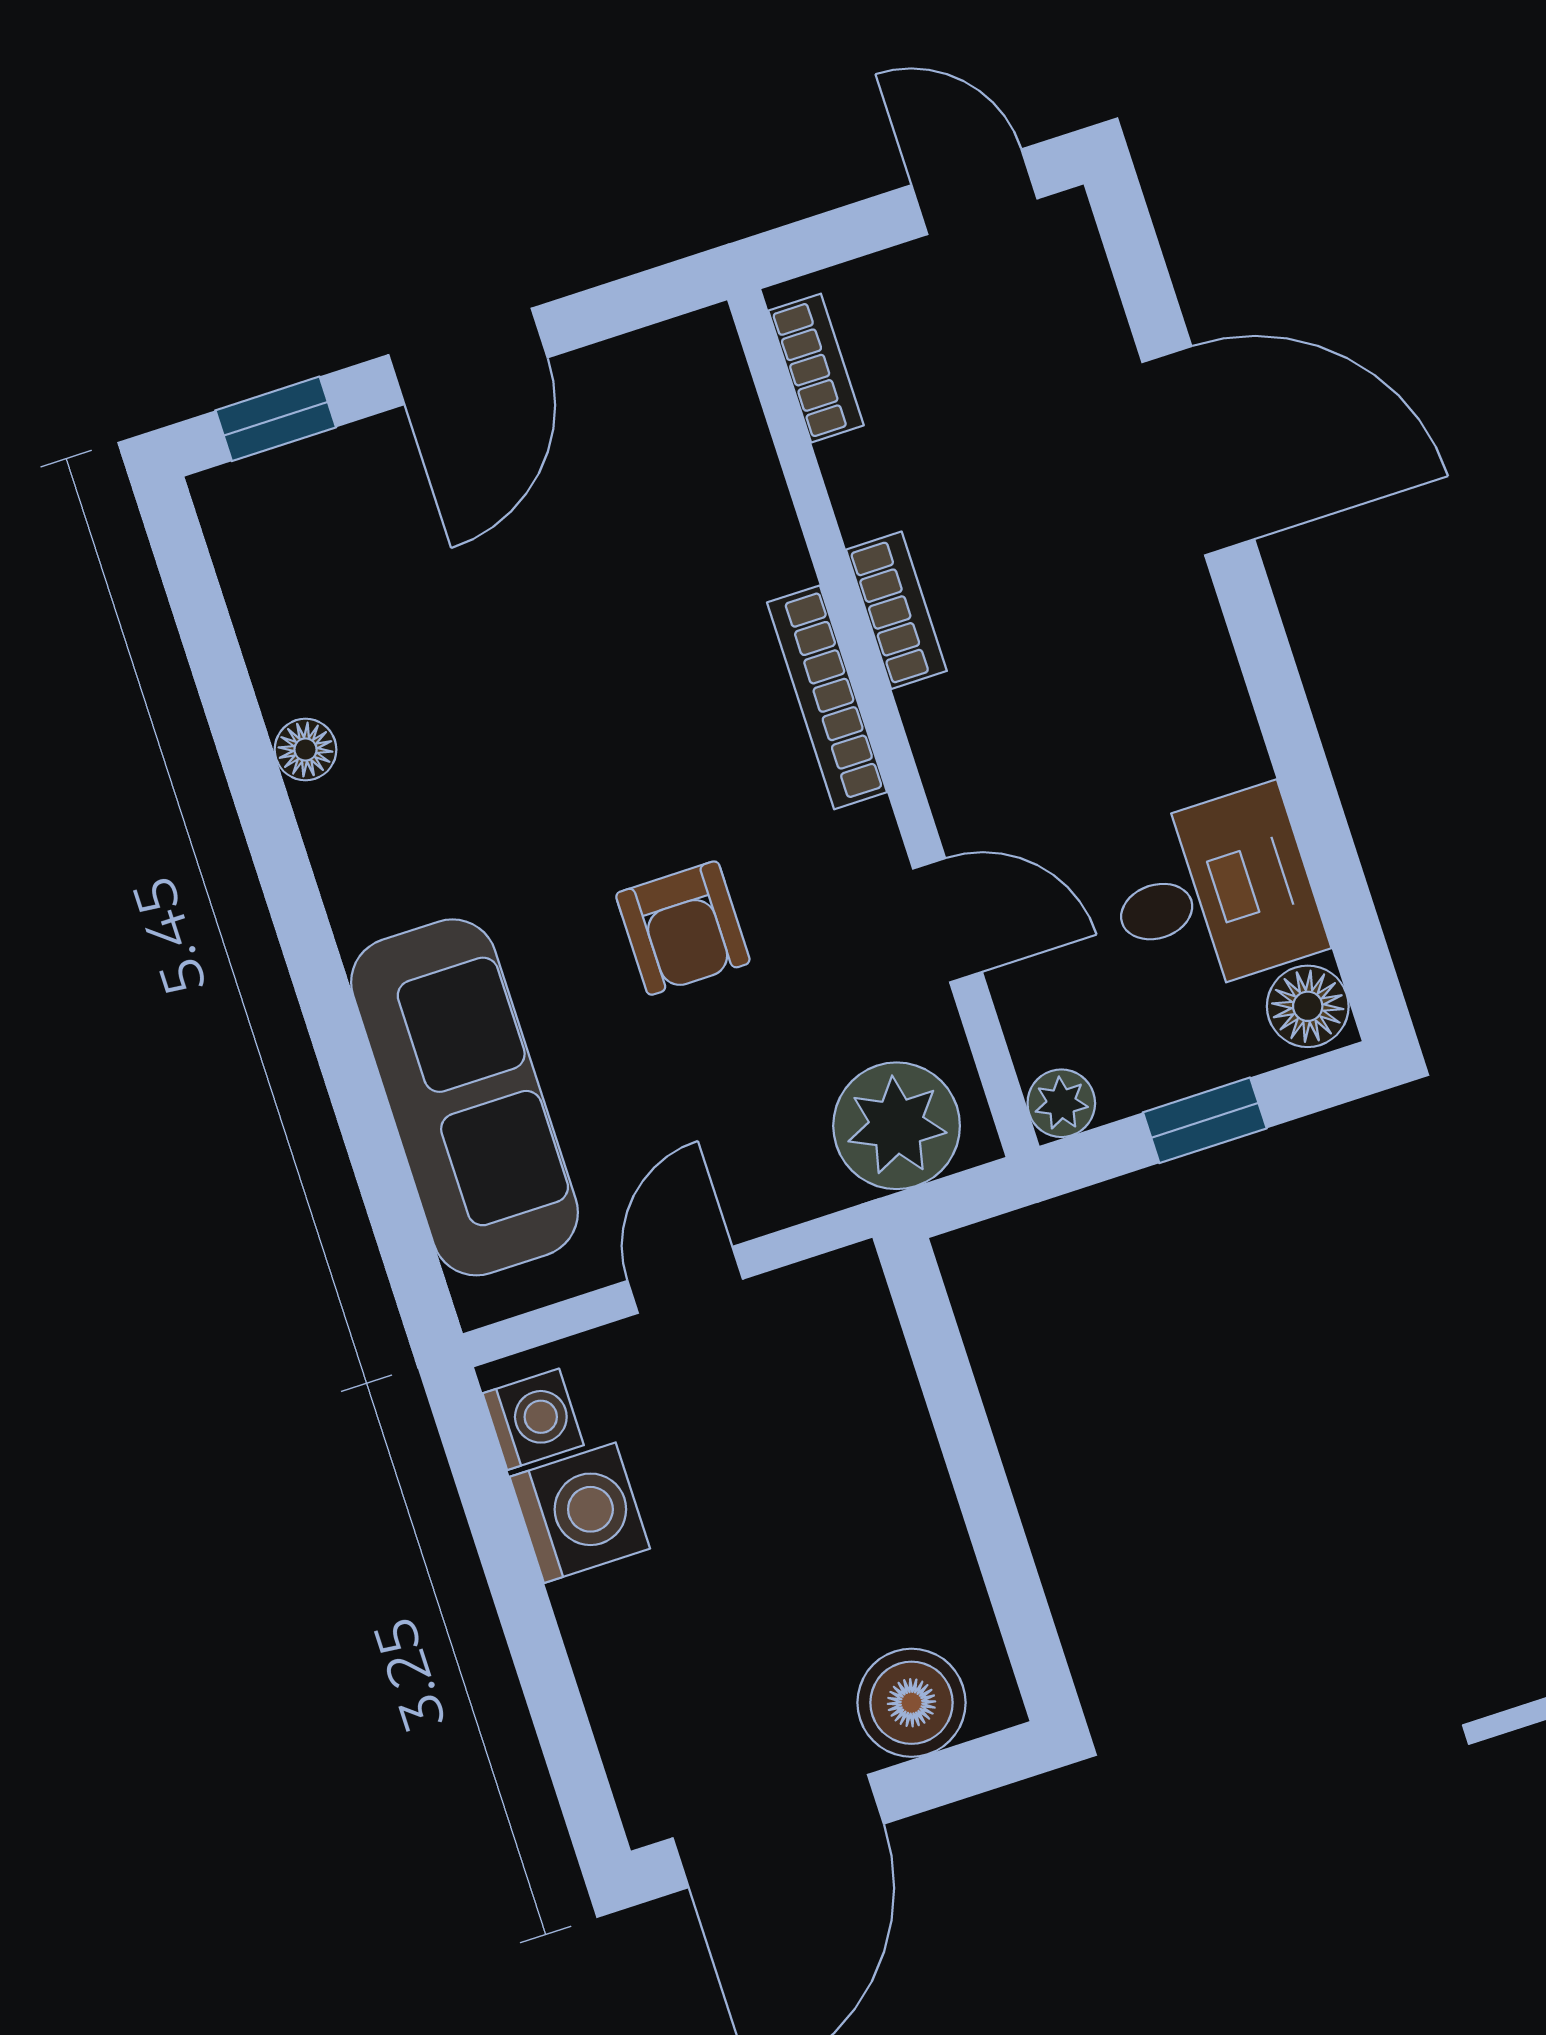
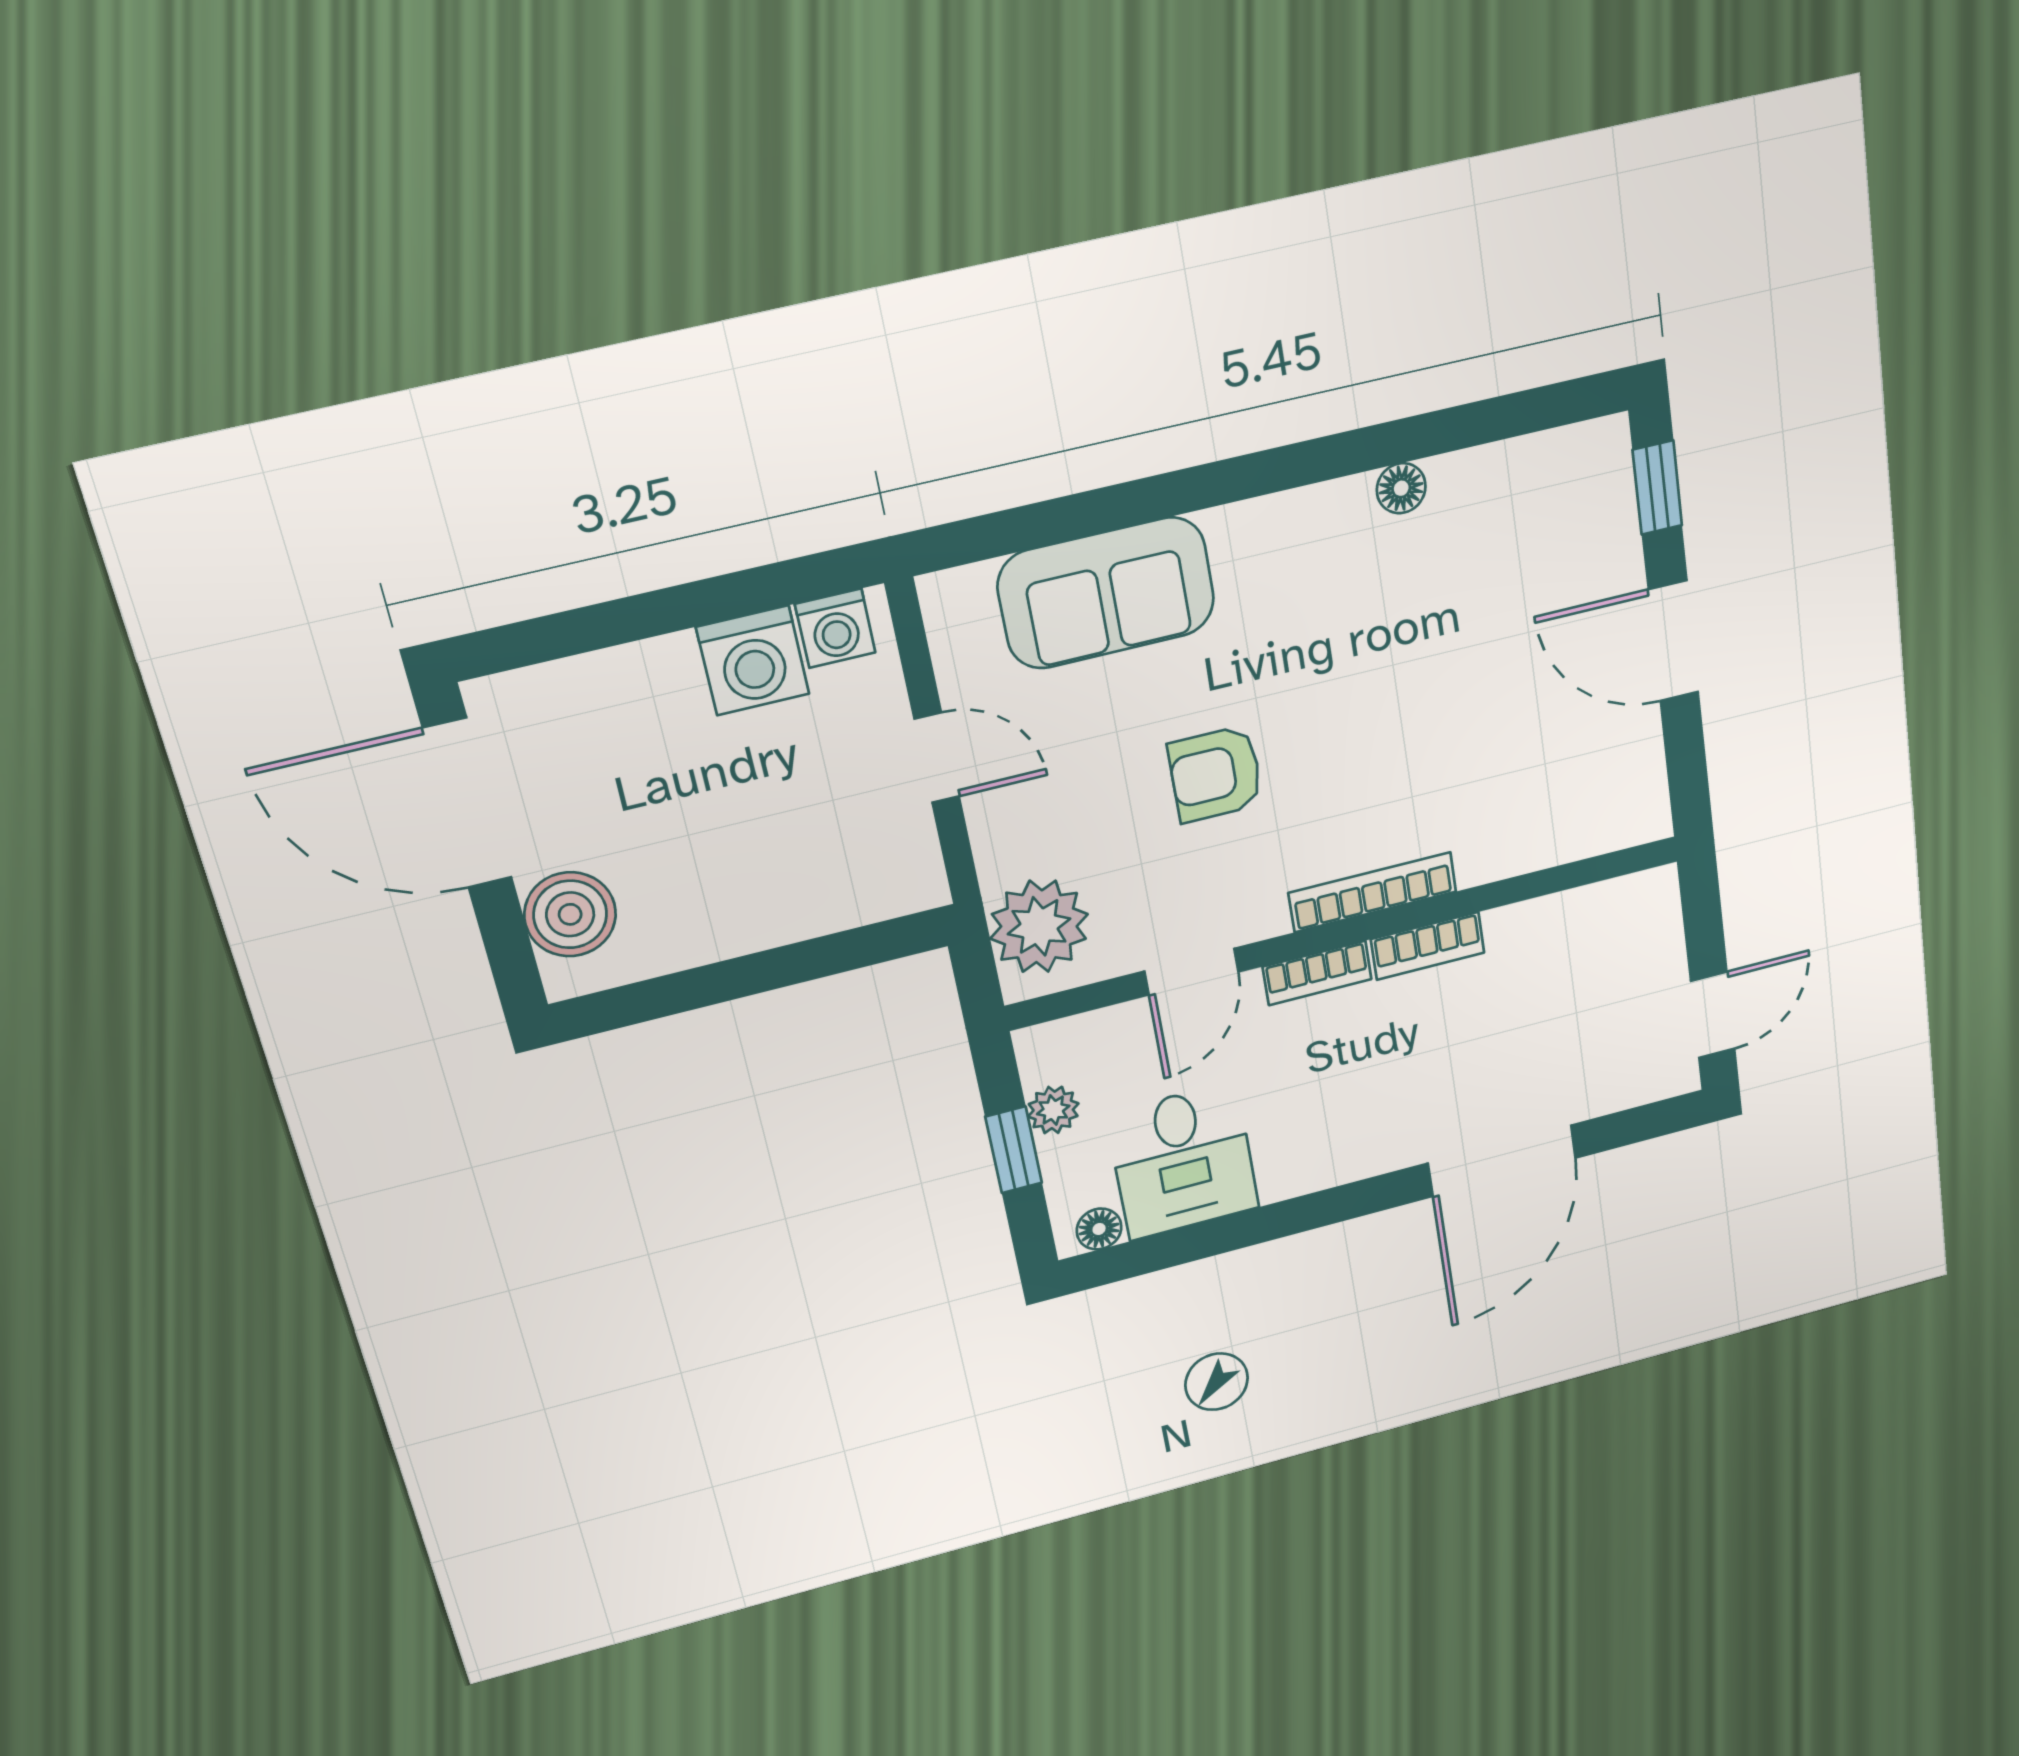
bookcase: (816, 368) -> (1317, 973), moved
floor lamp: (1308, 1006) -> (1099, 1229), width x0.73, depth x0.73
sofa: (464, 1097) -> (1106, 593), width x0.73
plant: (1061, 1103) -> (1053, 1110), moved

